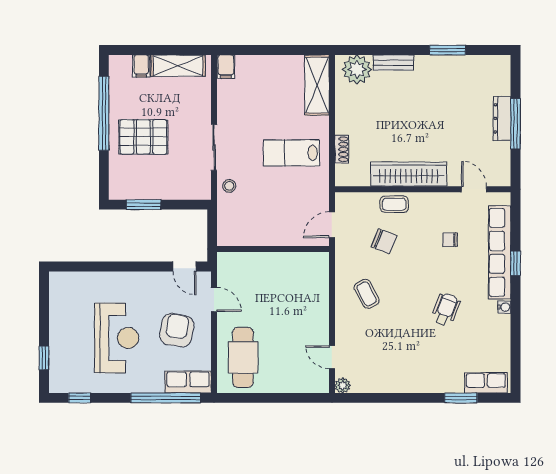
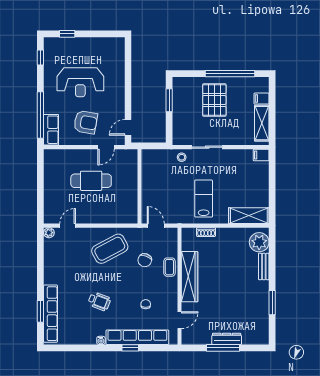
coffee table: (367, 294) -> (110, 249), width x1.86, depth x1.72
cafe table: (243, 357) -> (91, 181), moved
row of seats: (486, 383) -> (50, 314), width x2.02

